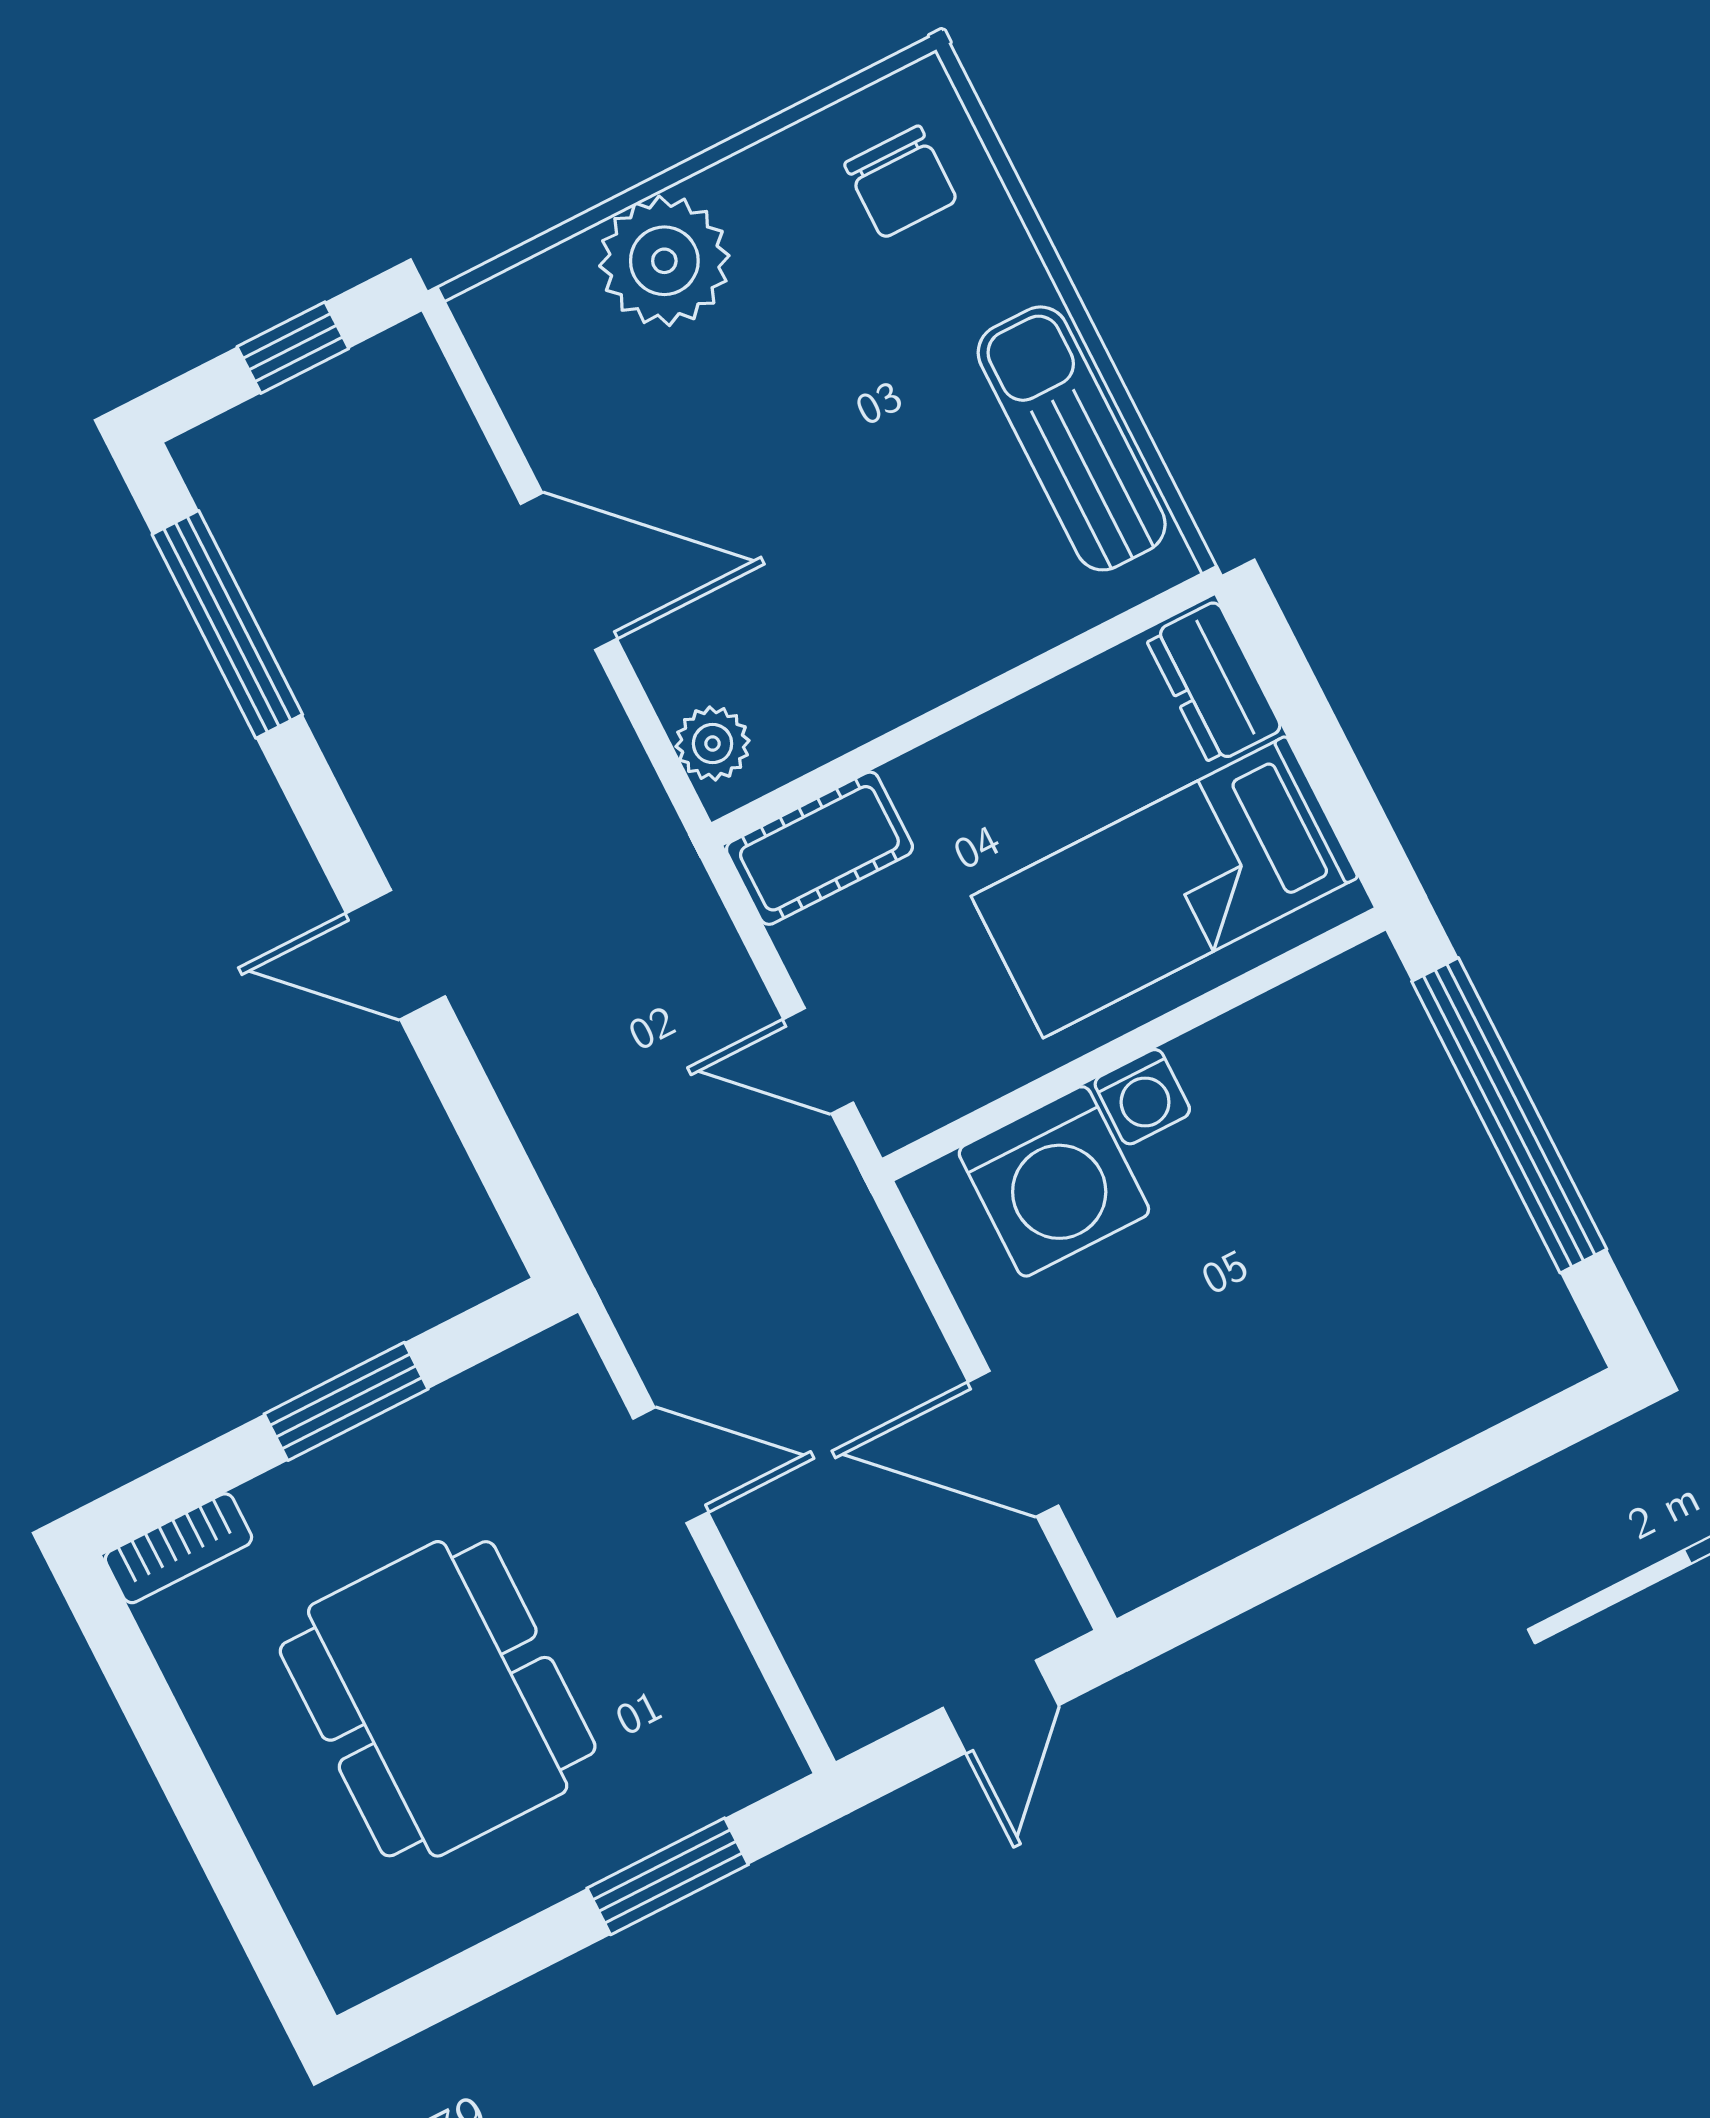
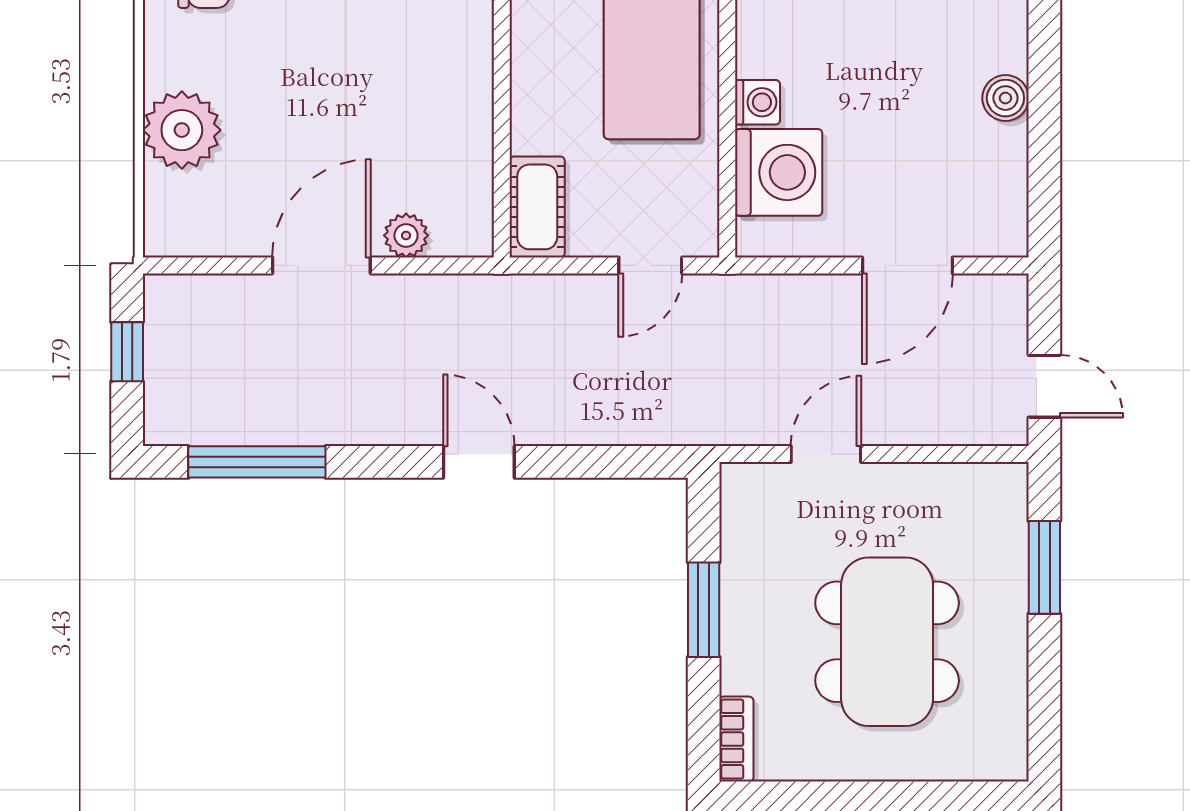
plant: (713, 744) -> (406, 235), moved
door: (396, 955) -> (479, 462), swing flipped
boiler: (1337, 1463) -> (1005, 98), added
dining table: (438, 1699) -> (887, 642), turned 90
door: (1001, 1707) -> (1044, 386), moved

